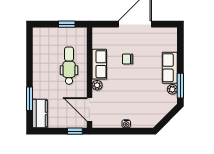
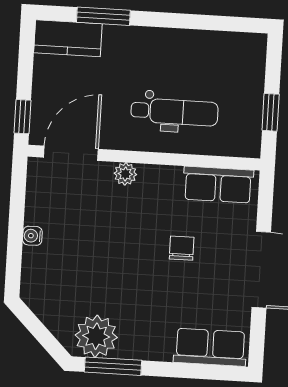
row of seats: (99, 64) -> (218, 185), moved
row of seats: (170, 68) -> (210, 347), moved
plant: (172, 89) -> (96, 336), width x1.88, depth x1.88

